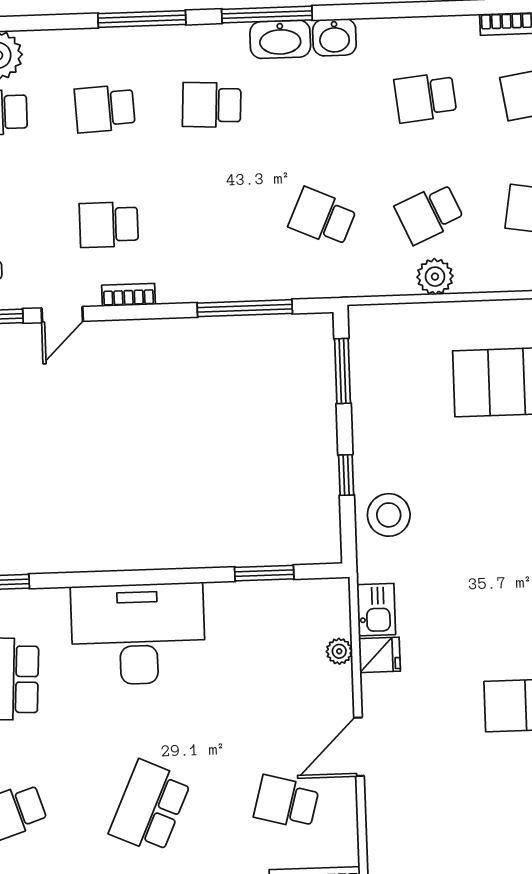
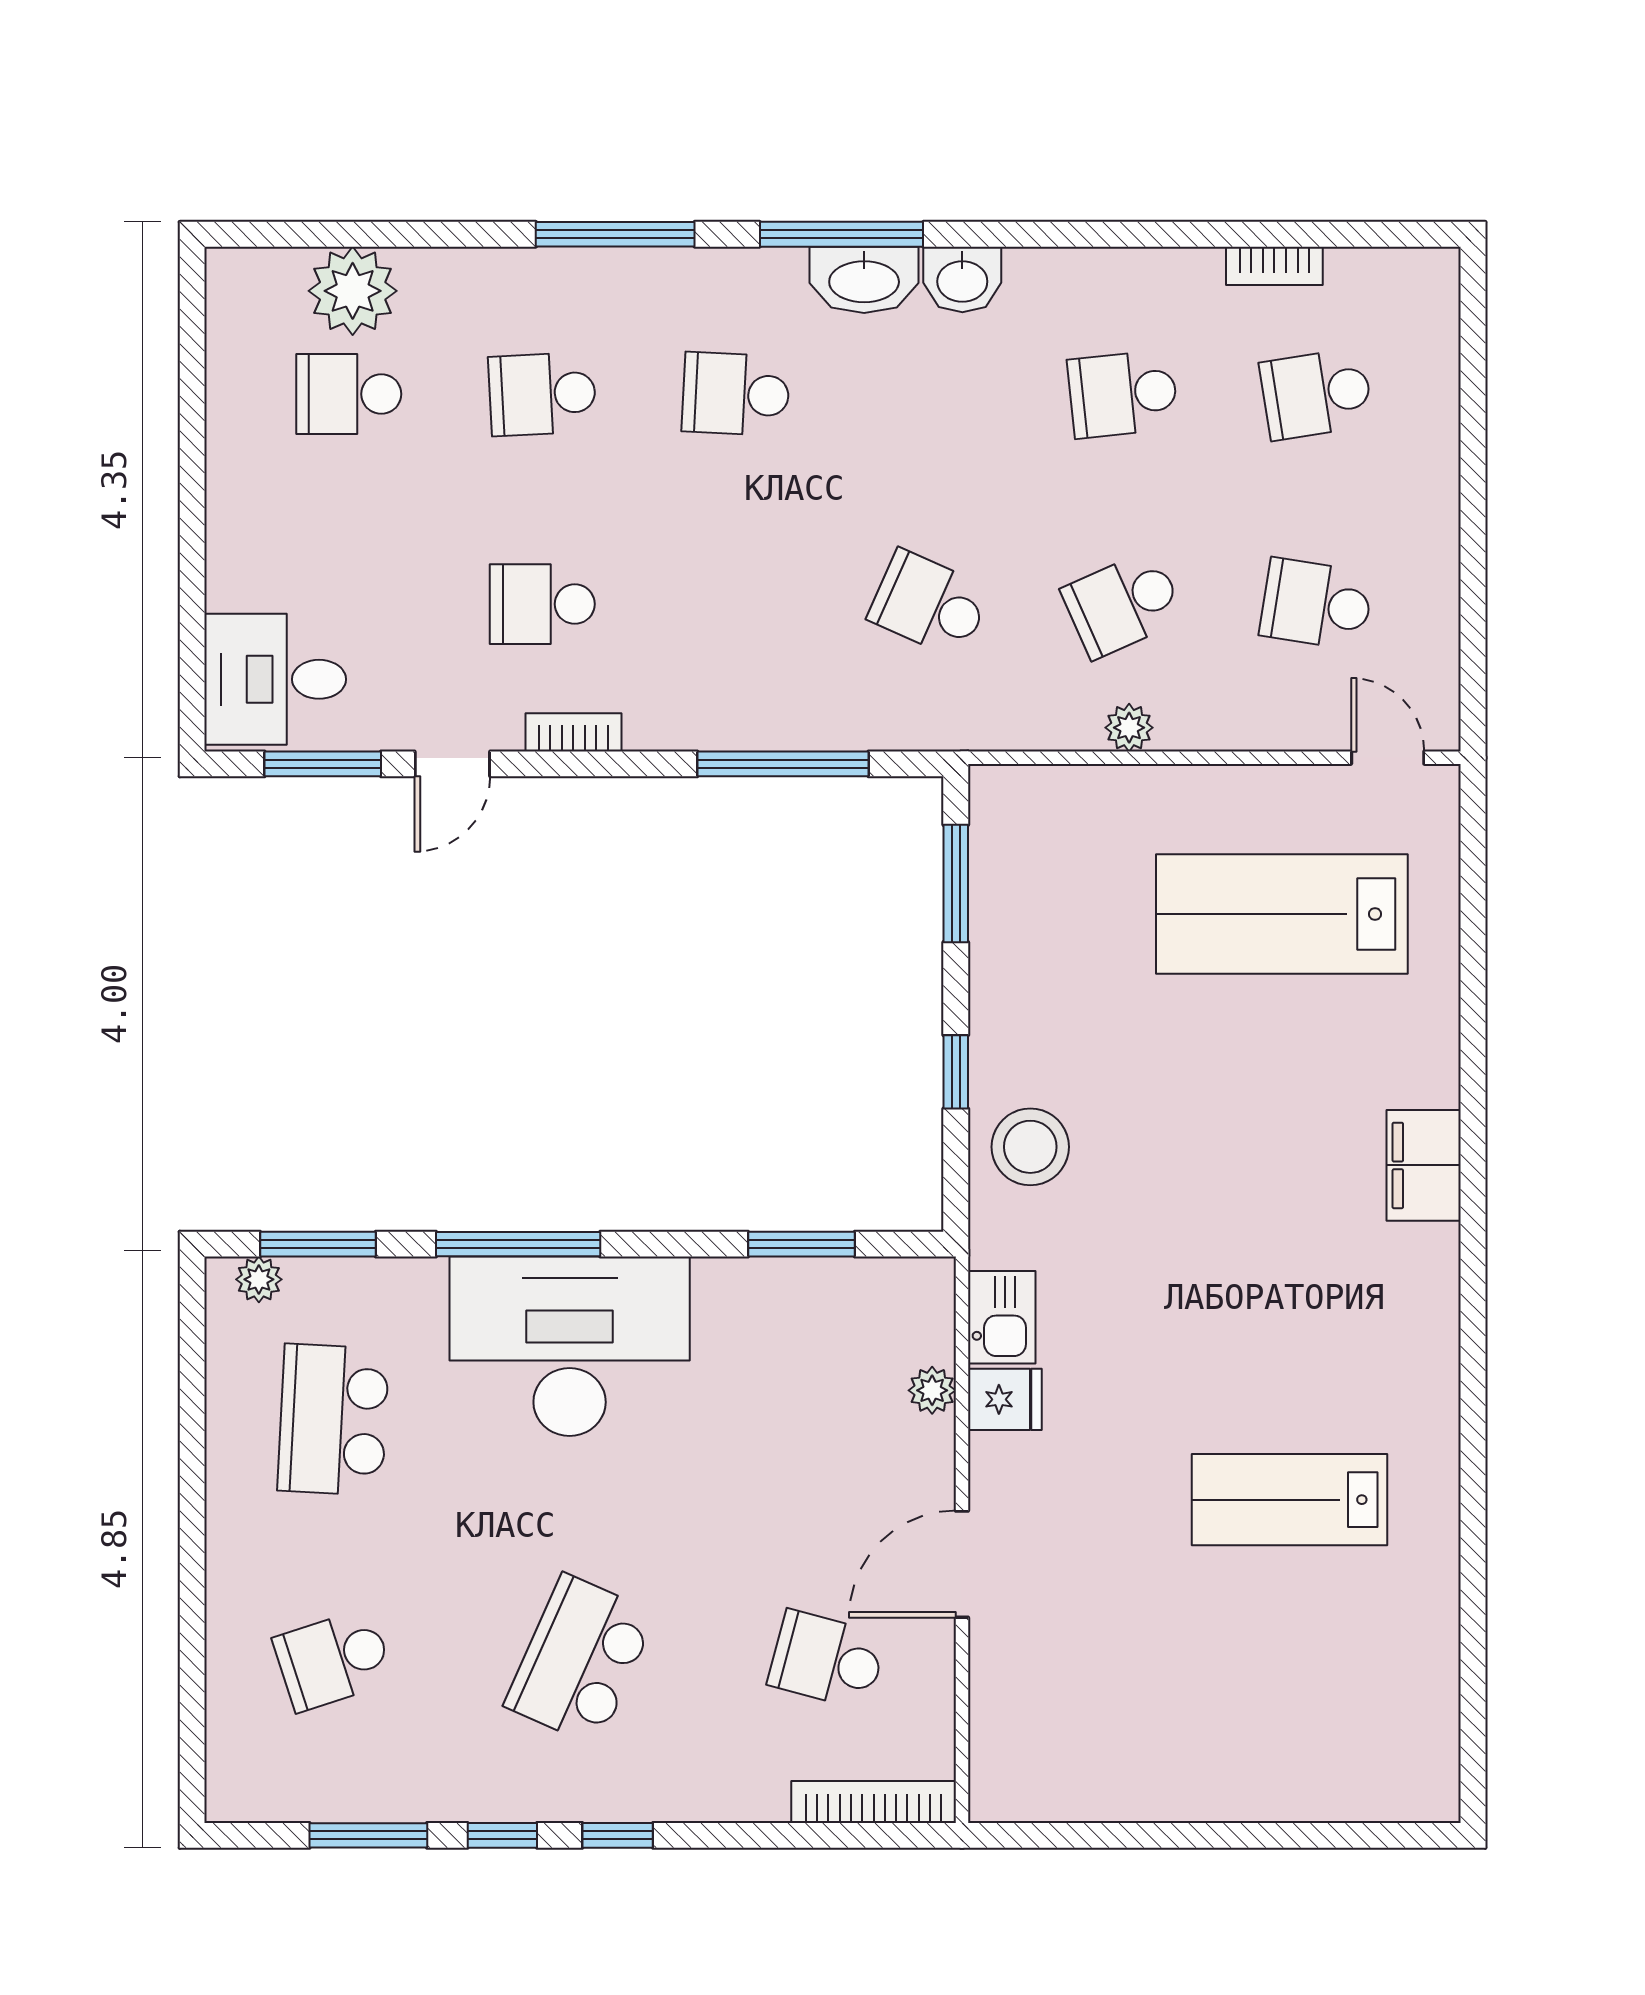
plant: (435, 277) -> (1129, 728), width x0.73, depth x0.73
window: (108, 579) -> (518, 1244), added

